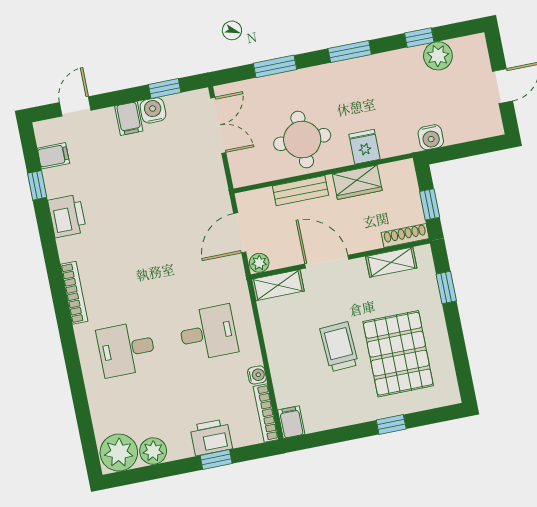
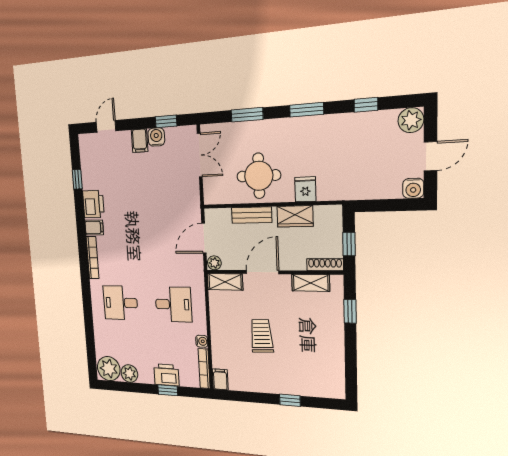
plant: (438, 56) -> (411, 120), moved
water cooler: (431, 137) -> (413, 188), moved
filing cabinet: (53, 156) -> (94, 228), moved
door: (327, 262) -> (262, 272), hinge flipped
pallet: (398, 354) -> (304, 352), removed

